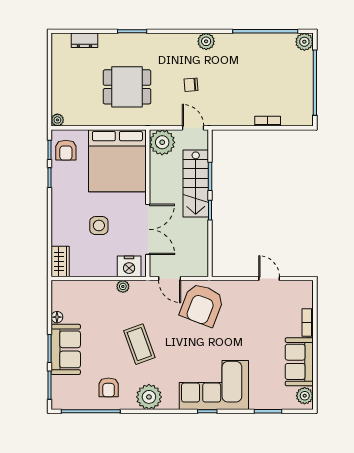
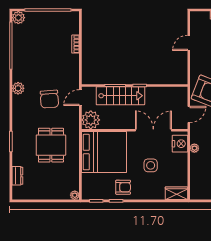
chair: (191, 85) -> (49, 99), width x1.87, depth x1.87
armchair: (66, 150) -> (123, 187), moved

